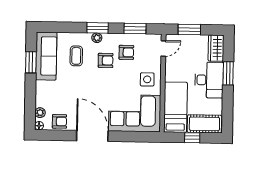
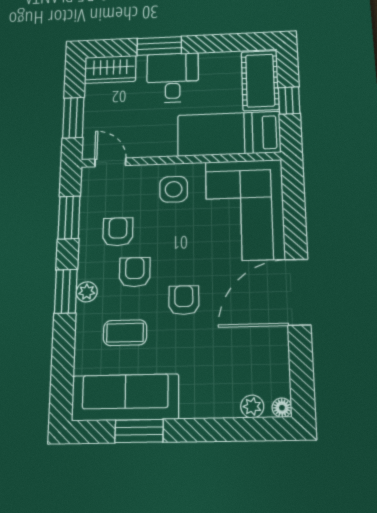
desk: (209, 80) -> (173, 78), width x0.73
armchair: (59, 121) -> (184, 300), moved

